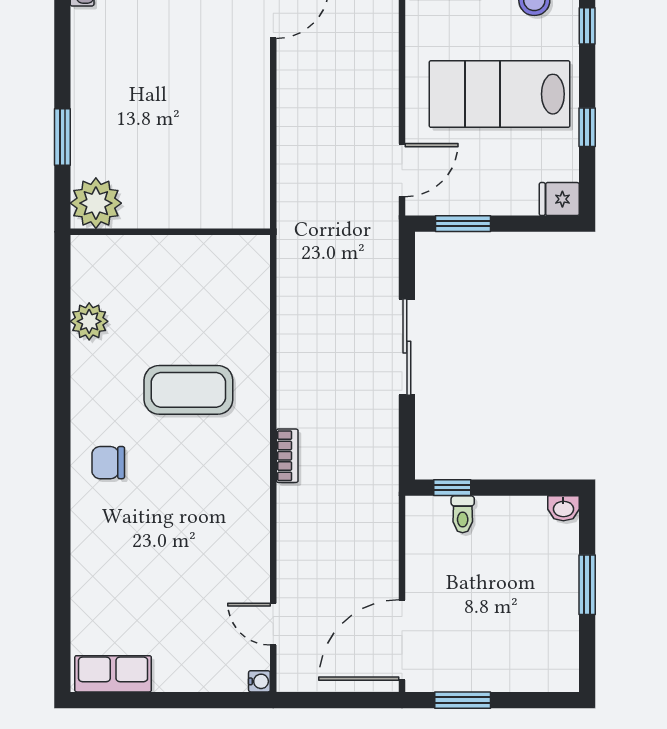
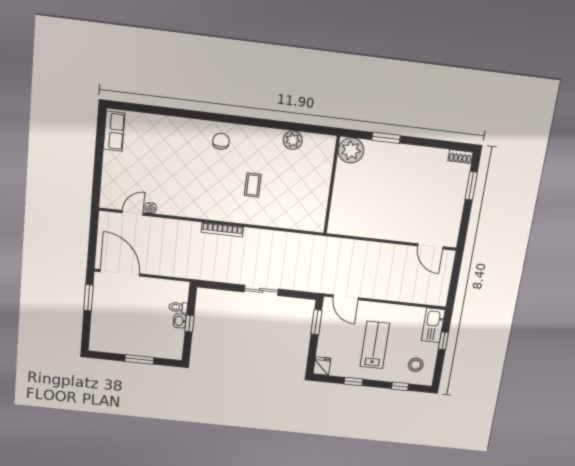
lab bench: (500, 94) -> (375, 345), width x0.73, depth x0.72
sliding door: (407, 347) -> (261, 290), width x0.73
coffee table: (188, 390) -> (253, 185), width x0.54, depth x0.58
bookcase: (287, 456) -> (222, 230), width x1.56
window: (452, 488) -> (189, 323), moved
washbasin: (563, 508) -> (180, 321), moved
water cooler: (259, 681) -> (151, 208), moved

